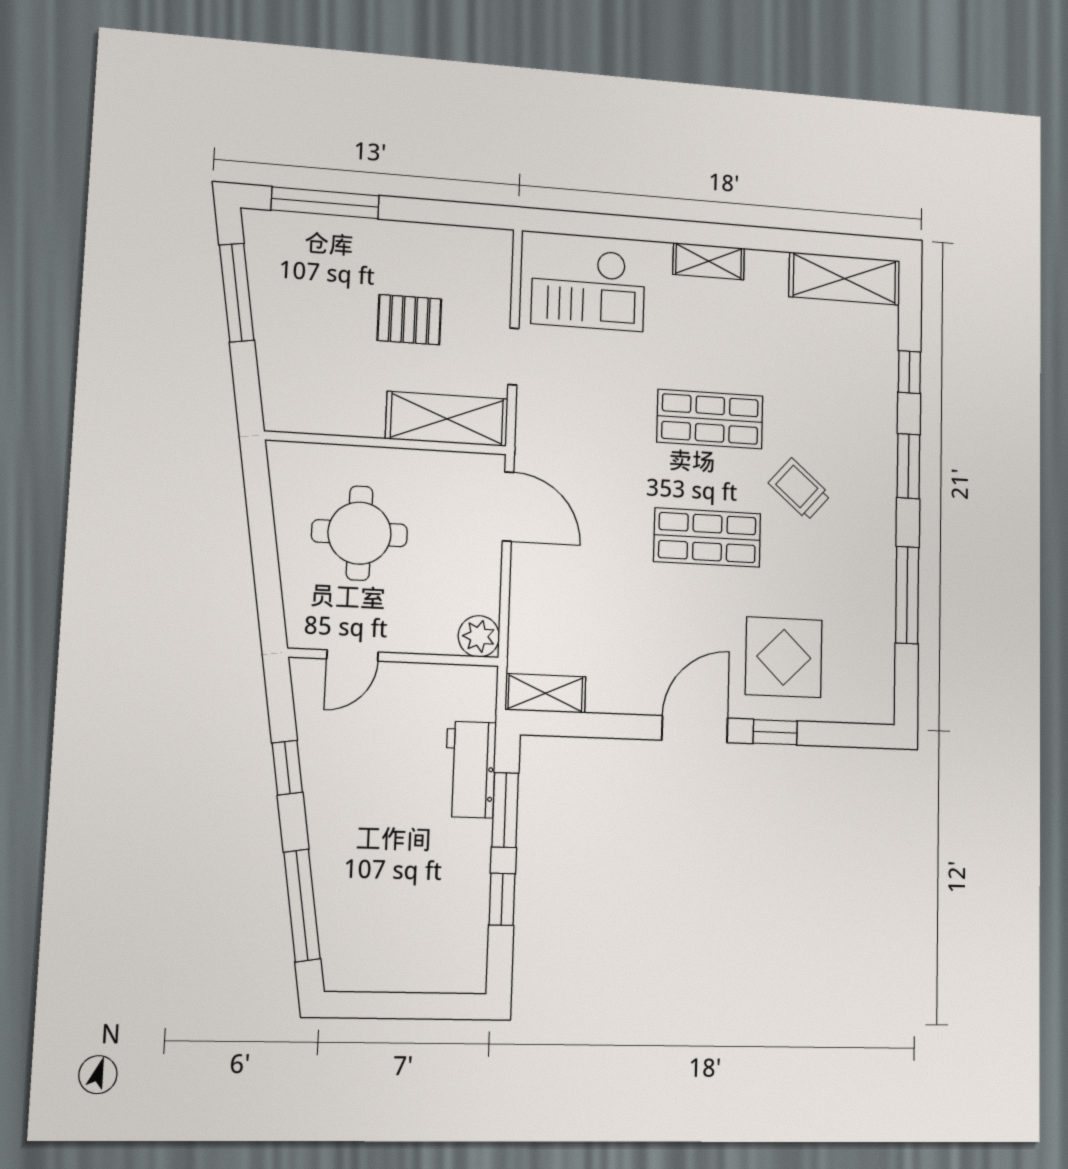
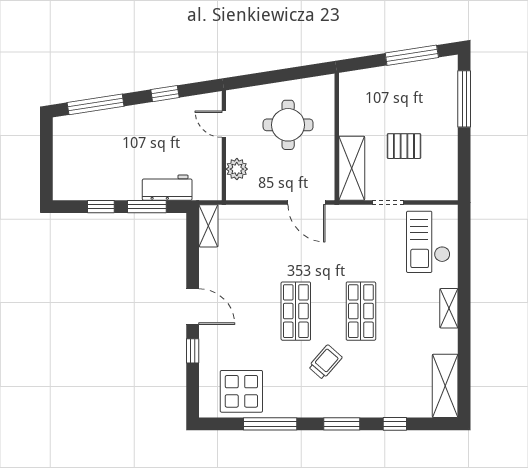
pallet: (409, 320) -> (404, 146), turned 90
door: (508, 507) -> (307, 202), hinge flipped
plant: (479, 636) -> (237, 169), moved
display table: (784, 657) -> (241, 391), moved

